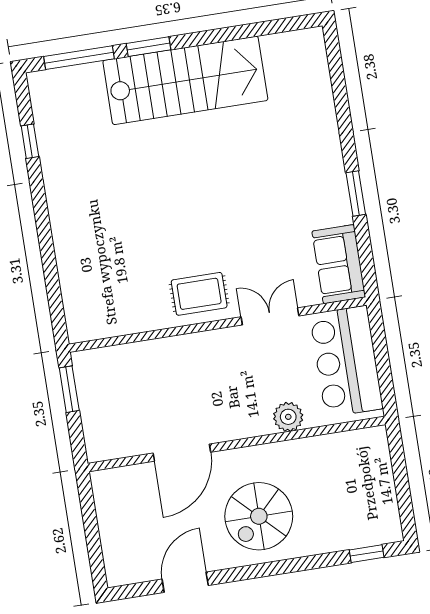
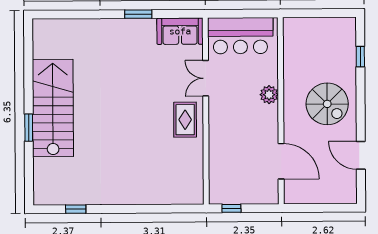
window: (79, 58) -> (29, 171), removed
window: (69, 389) -> (231, 208), width x0.67
plant: (288, 417) -> (269, 95), moved
door: (182, 453) -> (281, 161), moved
window: (367, 554) -> (360, 57), moved

